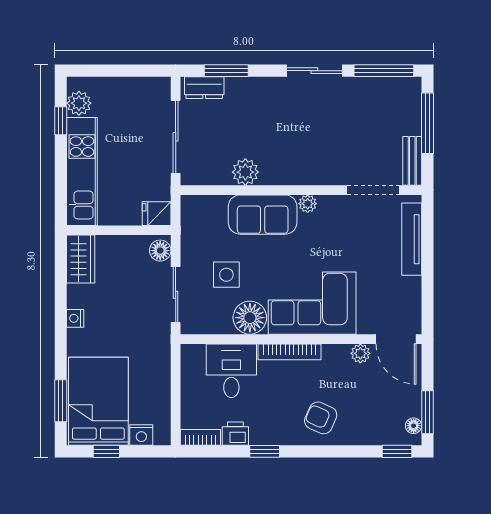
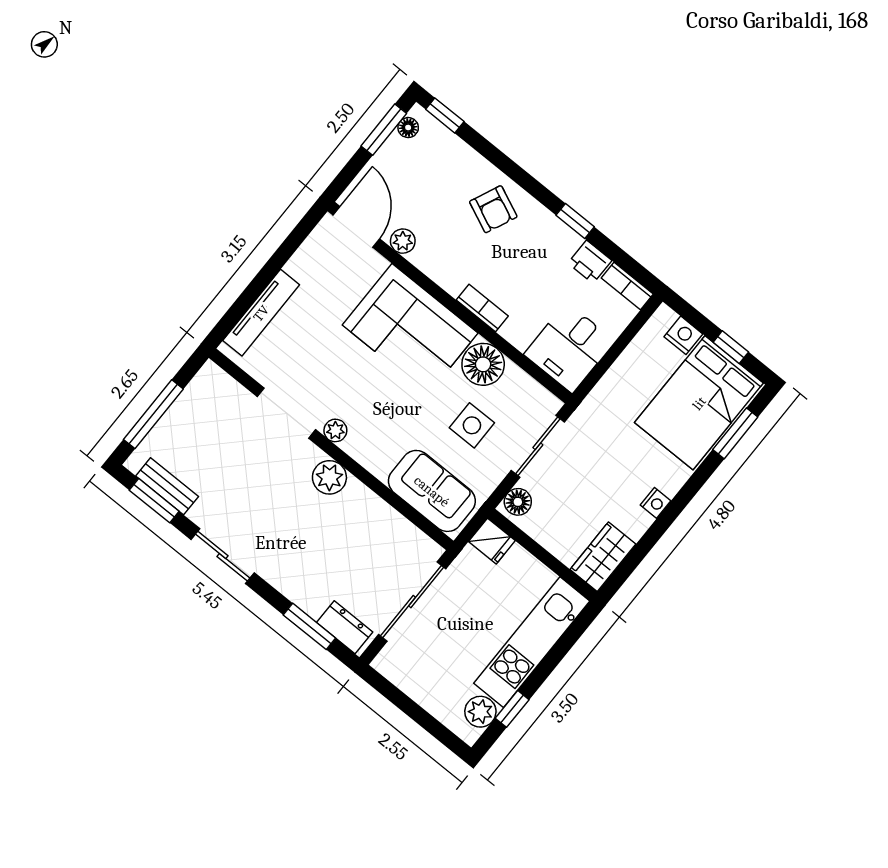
window: (384, 71) -> (154, 501), width x0.69
bench: (412, 161) -> (167, 486), moved, turned 90
plant: (245, 172) -> (329, 477), moved
doorway: (373, 190) -> (286, 413), moved
sofa: (263, 215) -> (432, 491), moved
bookcase: (290, 352) -> (482, 308), width x0.64
desk: (231, 371) -> (569, 348), moved

